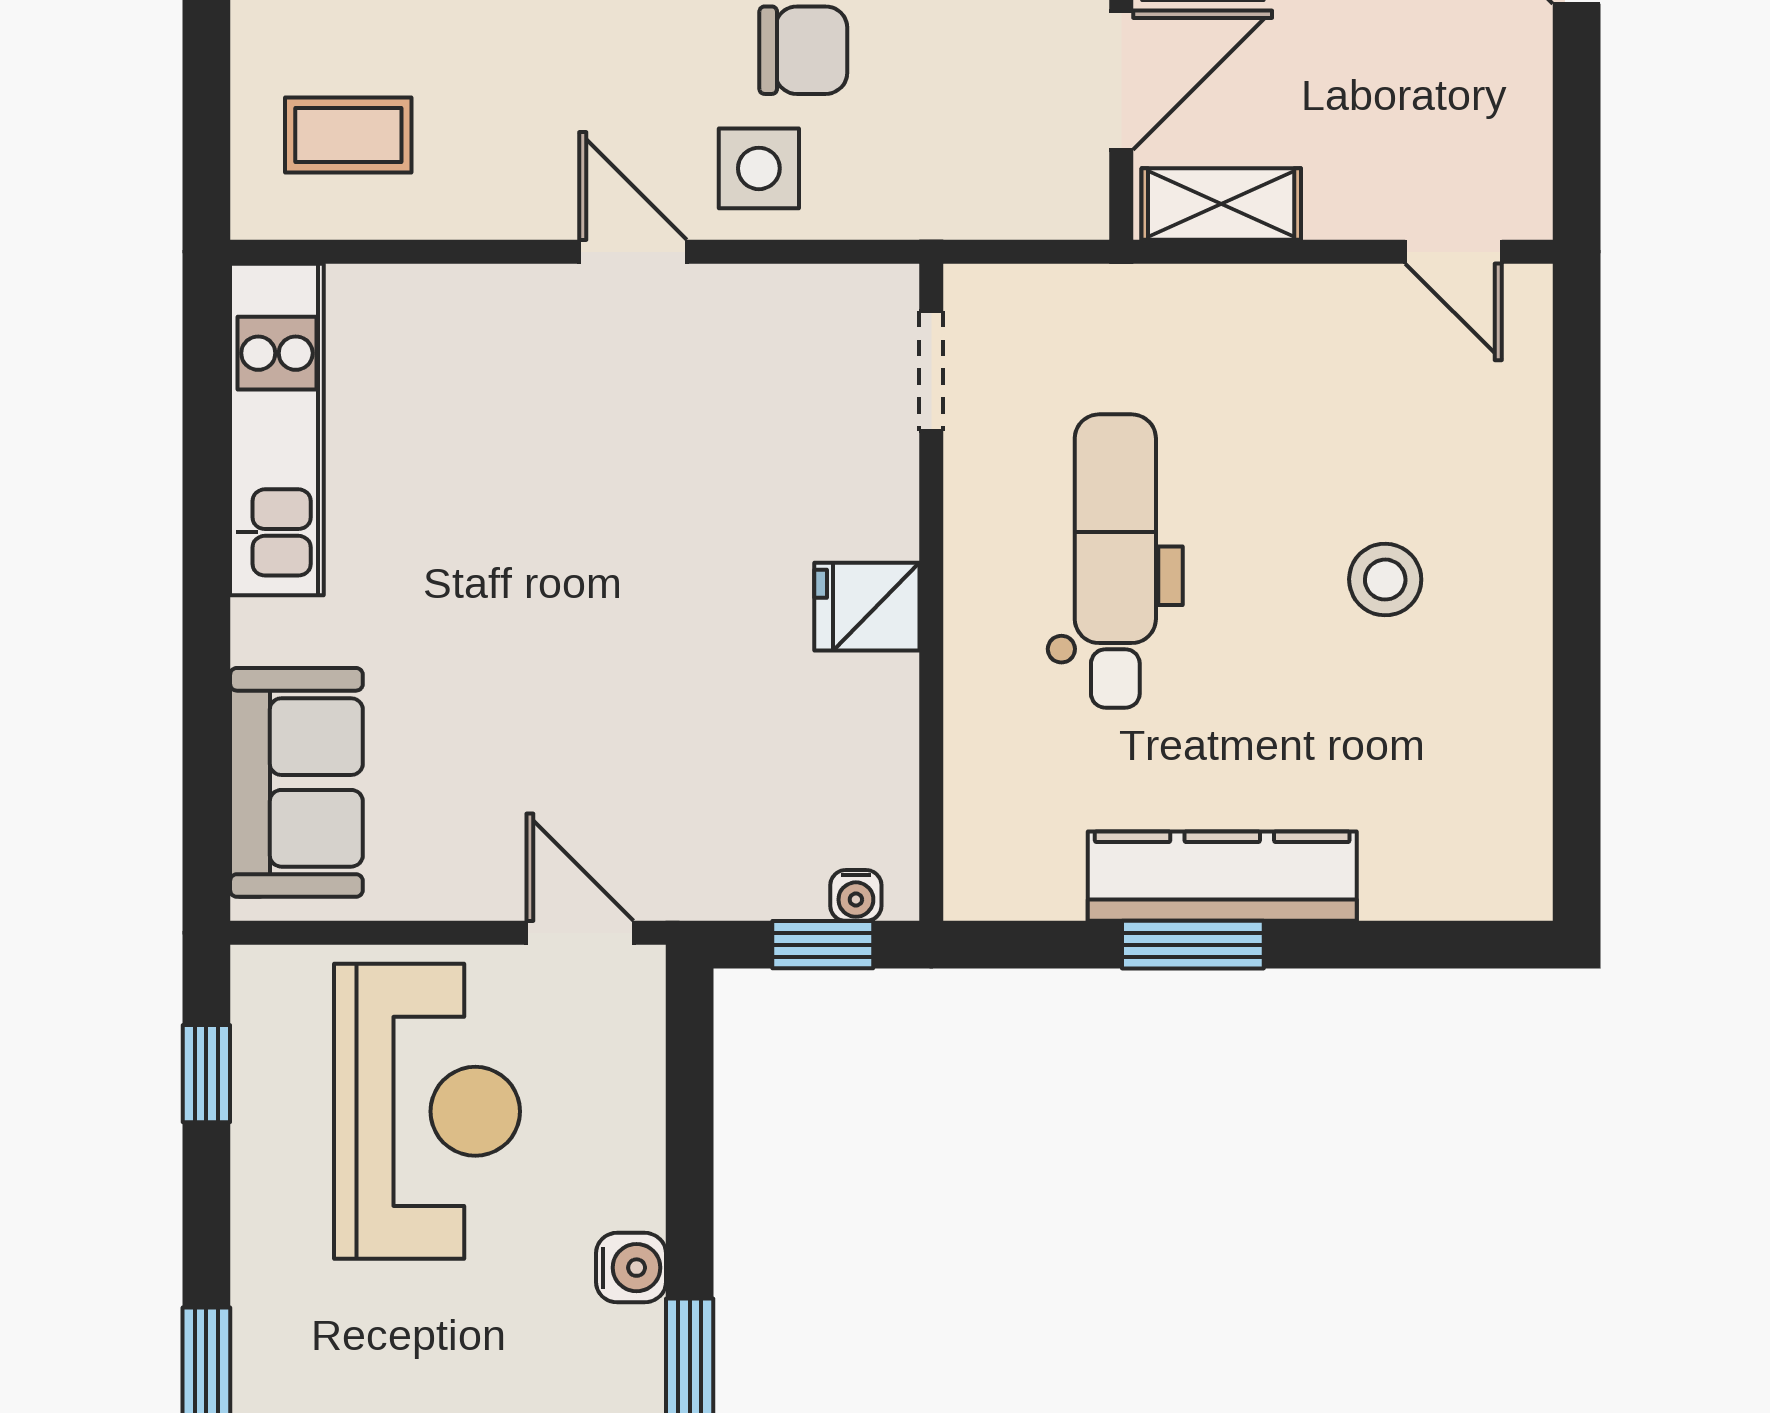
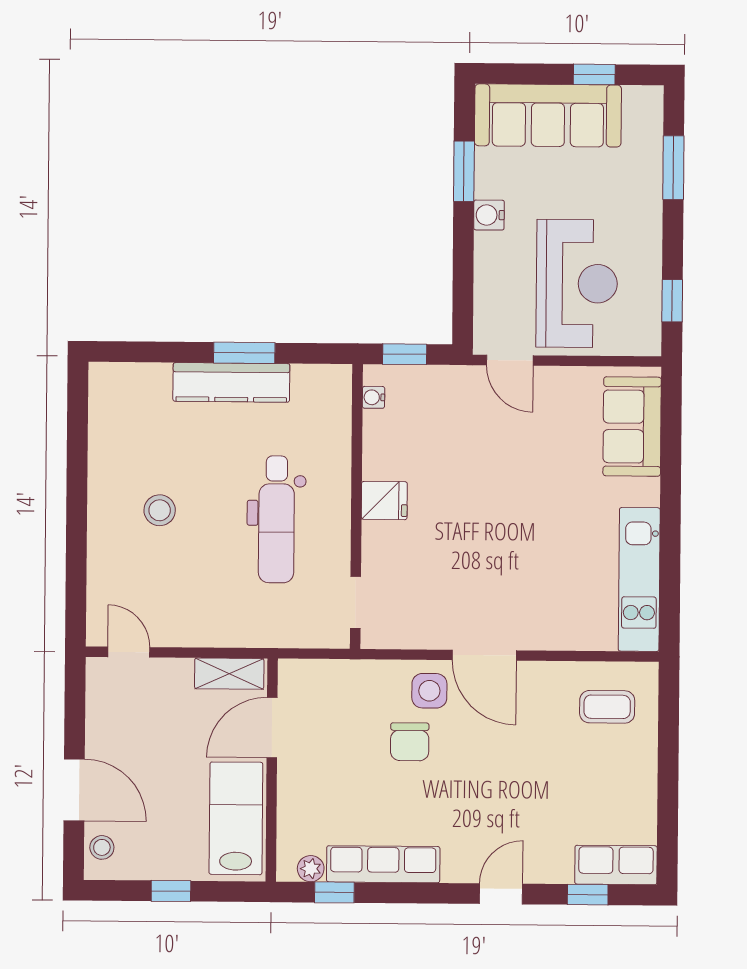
chair: (803, 50) -> (410, 742), turned -90
door: (633, 252) -> (484, 655), width x1.38
water cooler: (856, 895) -> (373, 397), moved, turned -90
reception desk: (427, 1111) -> (577, 284), turned 180

